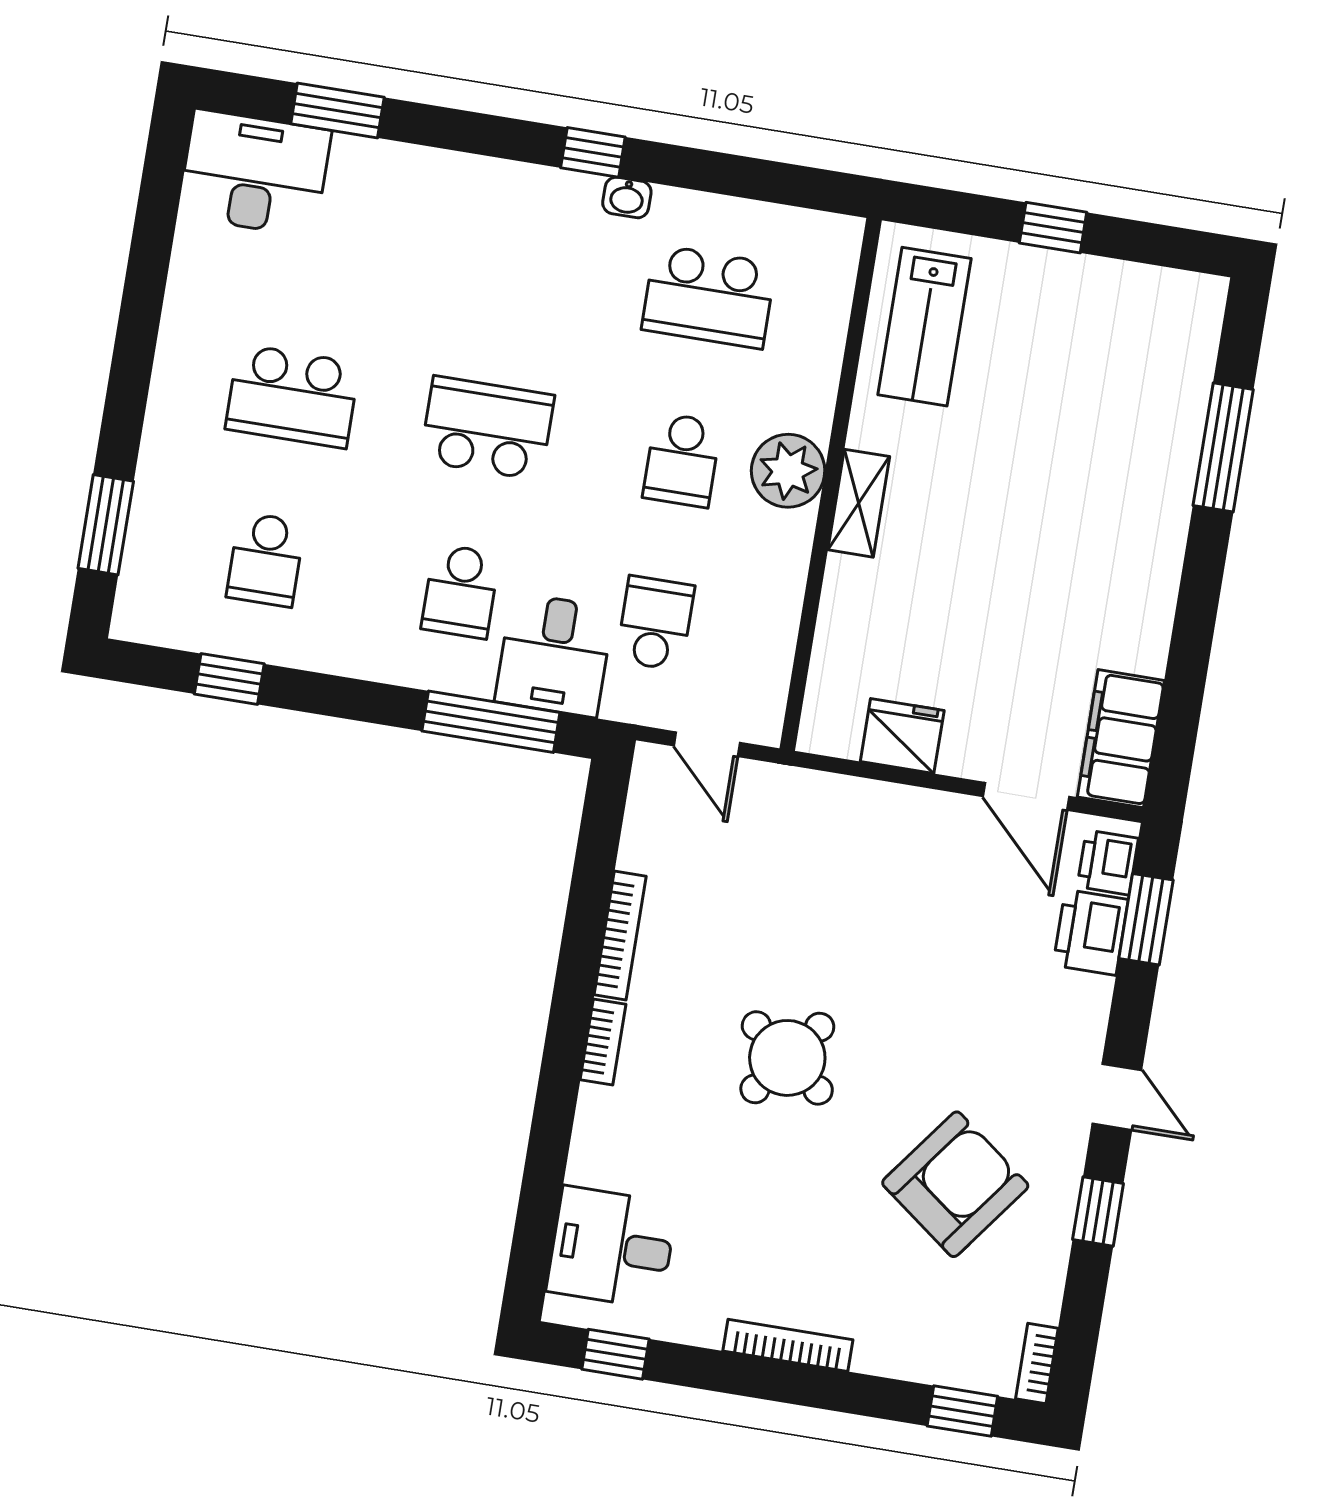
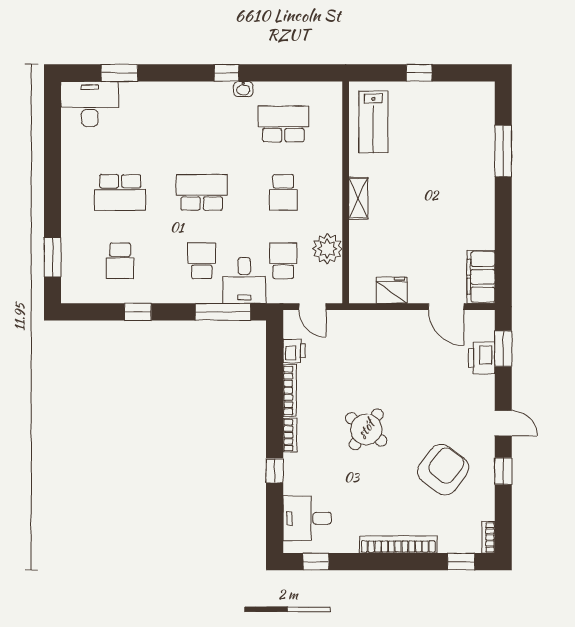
school desk: (709, 297) -> (283, 124), turned 180
plant: (788, 471) -> (327, 249), moved
school desk: (460, 591) -> (202, 261), turned 180
window: (229, 679) -> (138, 312), moved
printer: (1108, 862) -> (294, 351), moved, turned 180
window: (553, 1121) -> (275, 471), added
bookcase: (788, 1345) -> (398, 544), width x1.48, depth x1.31

